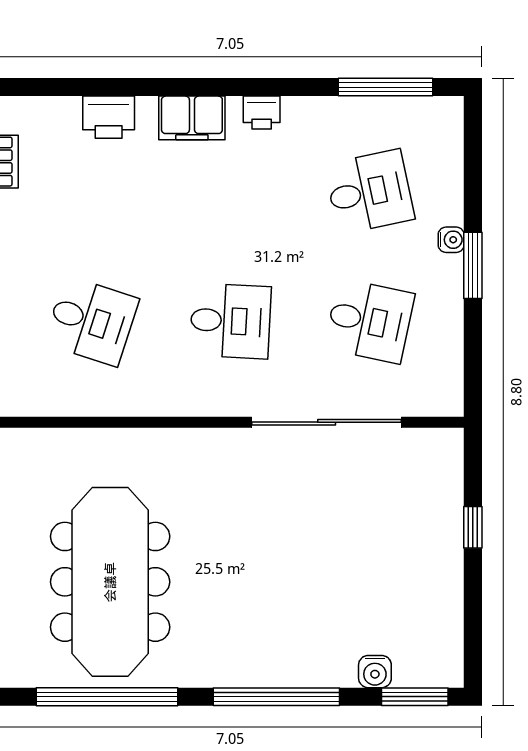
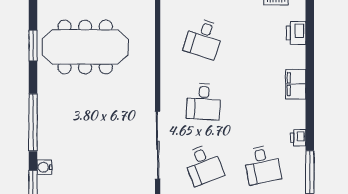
printer: (262, 113) -> (298, 138), moved
printer: (109, 117) -> (296, 33), moved
desk: (369, 321) -> (204, 165), turned -33
window: (107, 697) -> (33, 46), width x0.47

